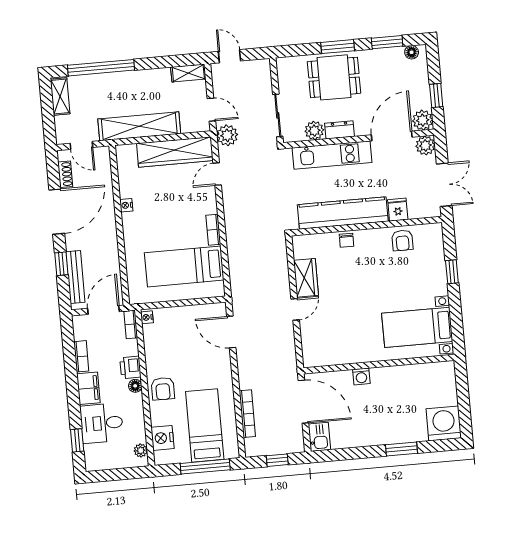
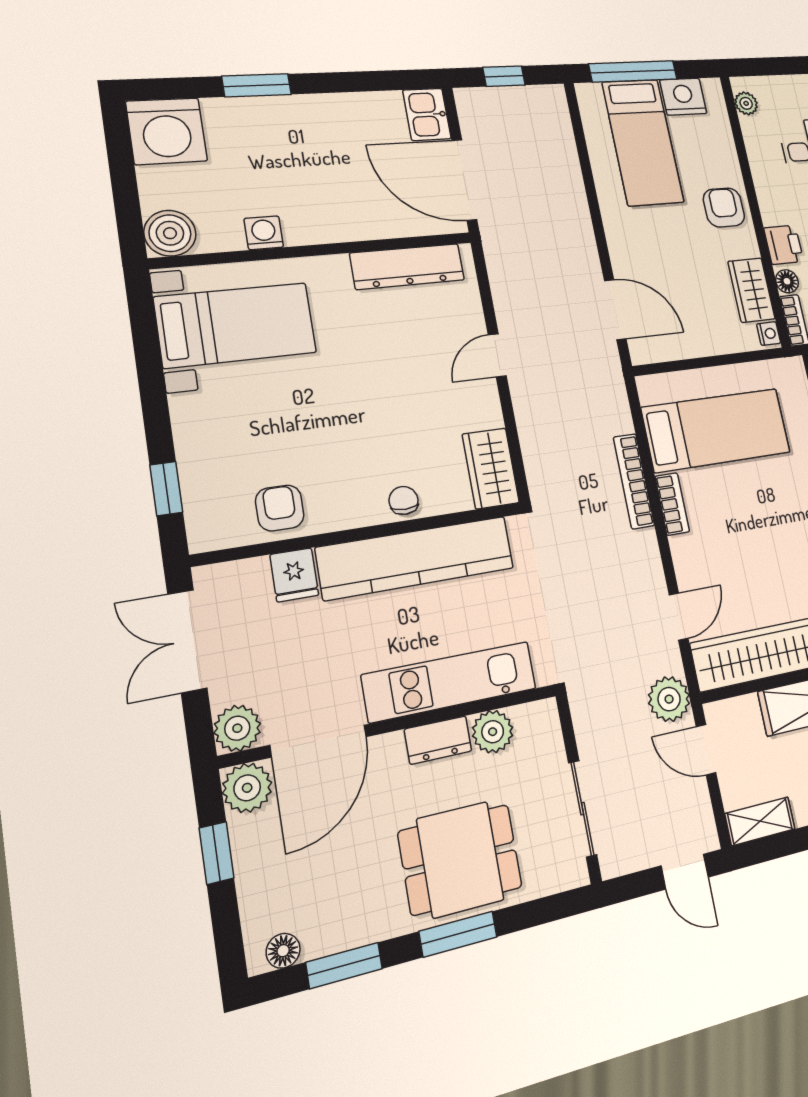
sliding door: (278, 115) -> (583, 809), moved
window: (452, 272) -> (166, 489), moved
wardrobe: (306, 278) -> (491, 468), moved
wardrobe: (153, 342) -> (751, 290), added
dresser: (336, 356) -> (407, 267), added
boiler: (444, 372) -> (170, 233), added
washing machine: (361, 376) -> (264, 233), moved
floor lamp: (135, 386) -> (787, 281), moved
bookcase: (247, 414) -> (634, 481), moved
nightstand: (163, 438) -> (683, 97), moved, turned -90

